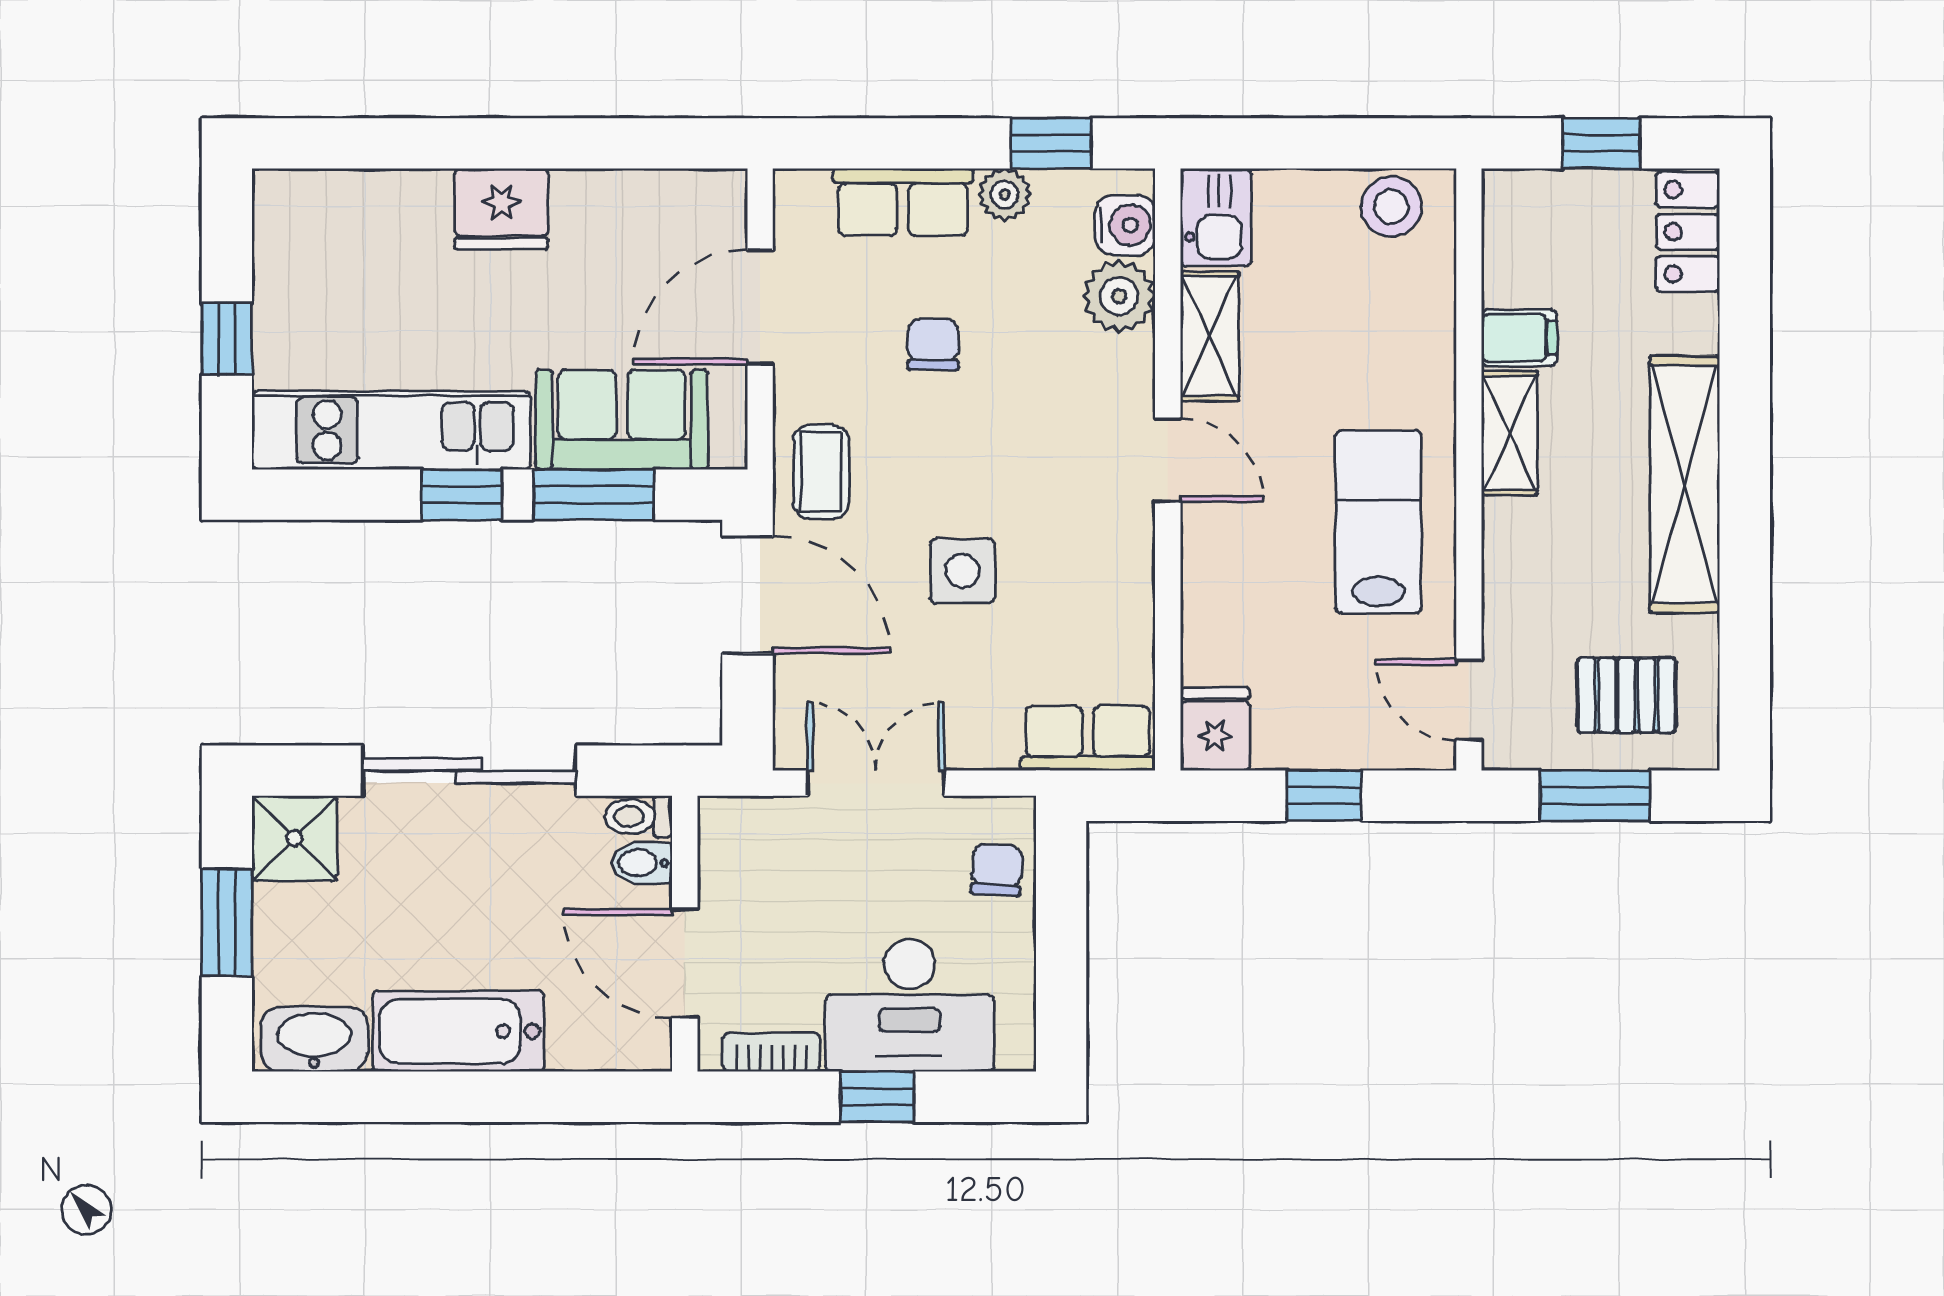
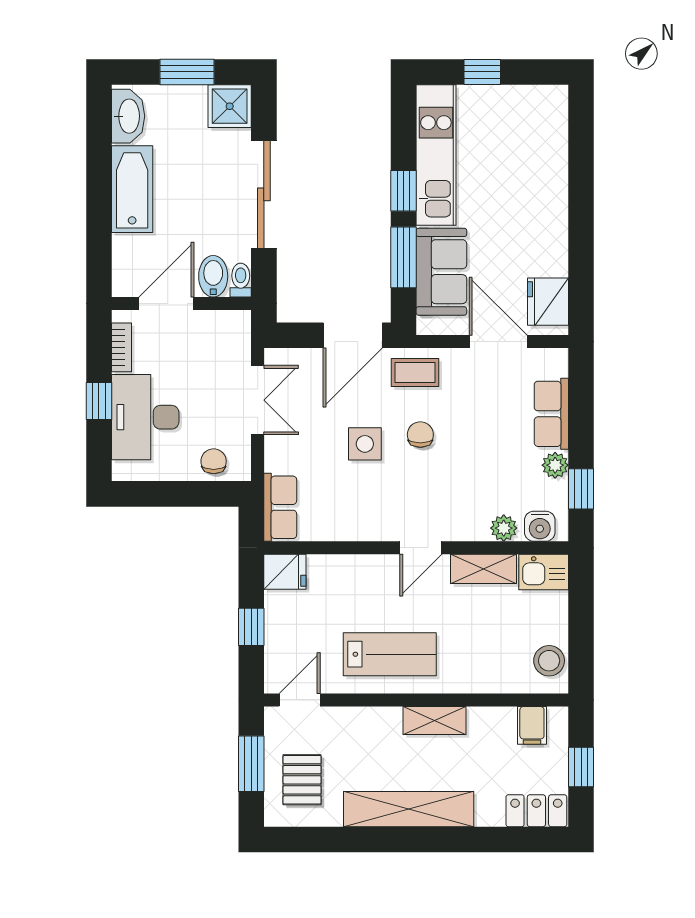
fridge: (501, 209) -> (548, 302), moved
plant: (1119, 296) -> (504, 528), width x0.73, depth x0.73
filing cabinet: (1519, 338) -> (532, 725), moved
chair: (933, 345) -> (420, 435), moved, turned -90
bidet: (642, 863) -> (213, 276), width x1.38, depth x1.36
chair: (997, 870) -> (214, 461), turned -94

